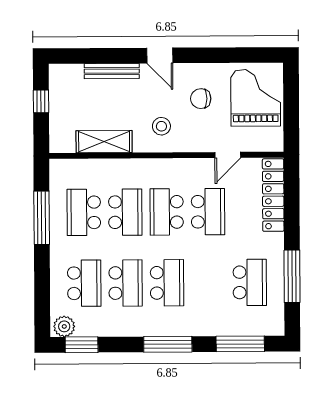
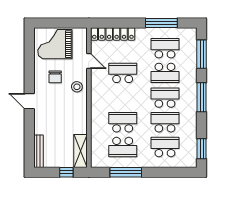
door: (160, 56) -> (29, 101), swing flipped
bench: (112, 71) -> (38, 151), moved
window: (41, 101) -> (66, 172), moved
stool: (161, 126) -> (77, 87), moved
shelving: (104, 142) -> (80, 151), moved
school desk: (167, 212) -> (165, 73), moved
plant: (64, 326) -> (191, 159), removed

